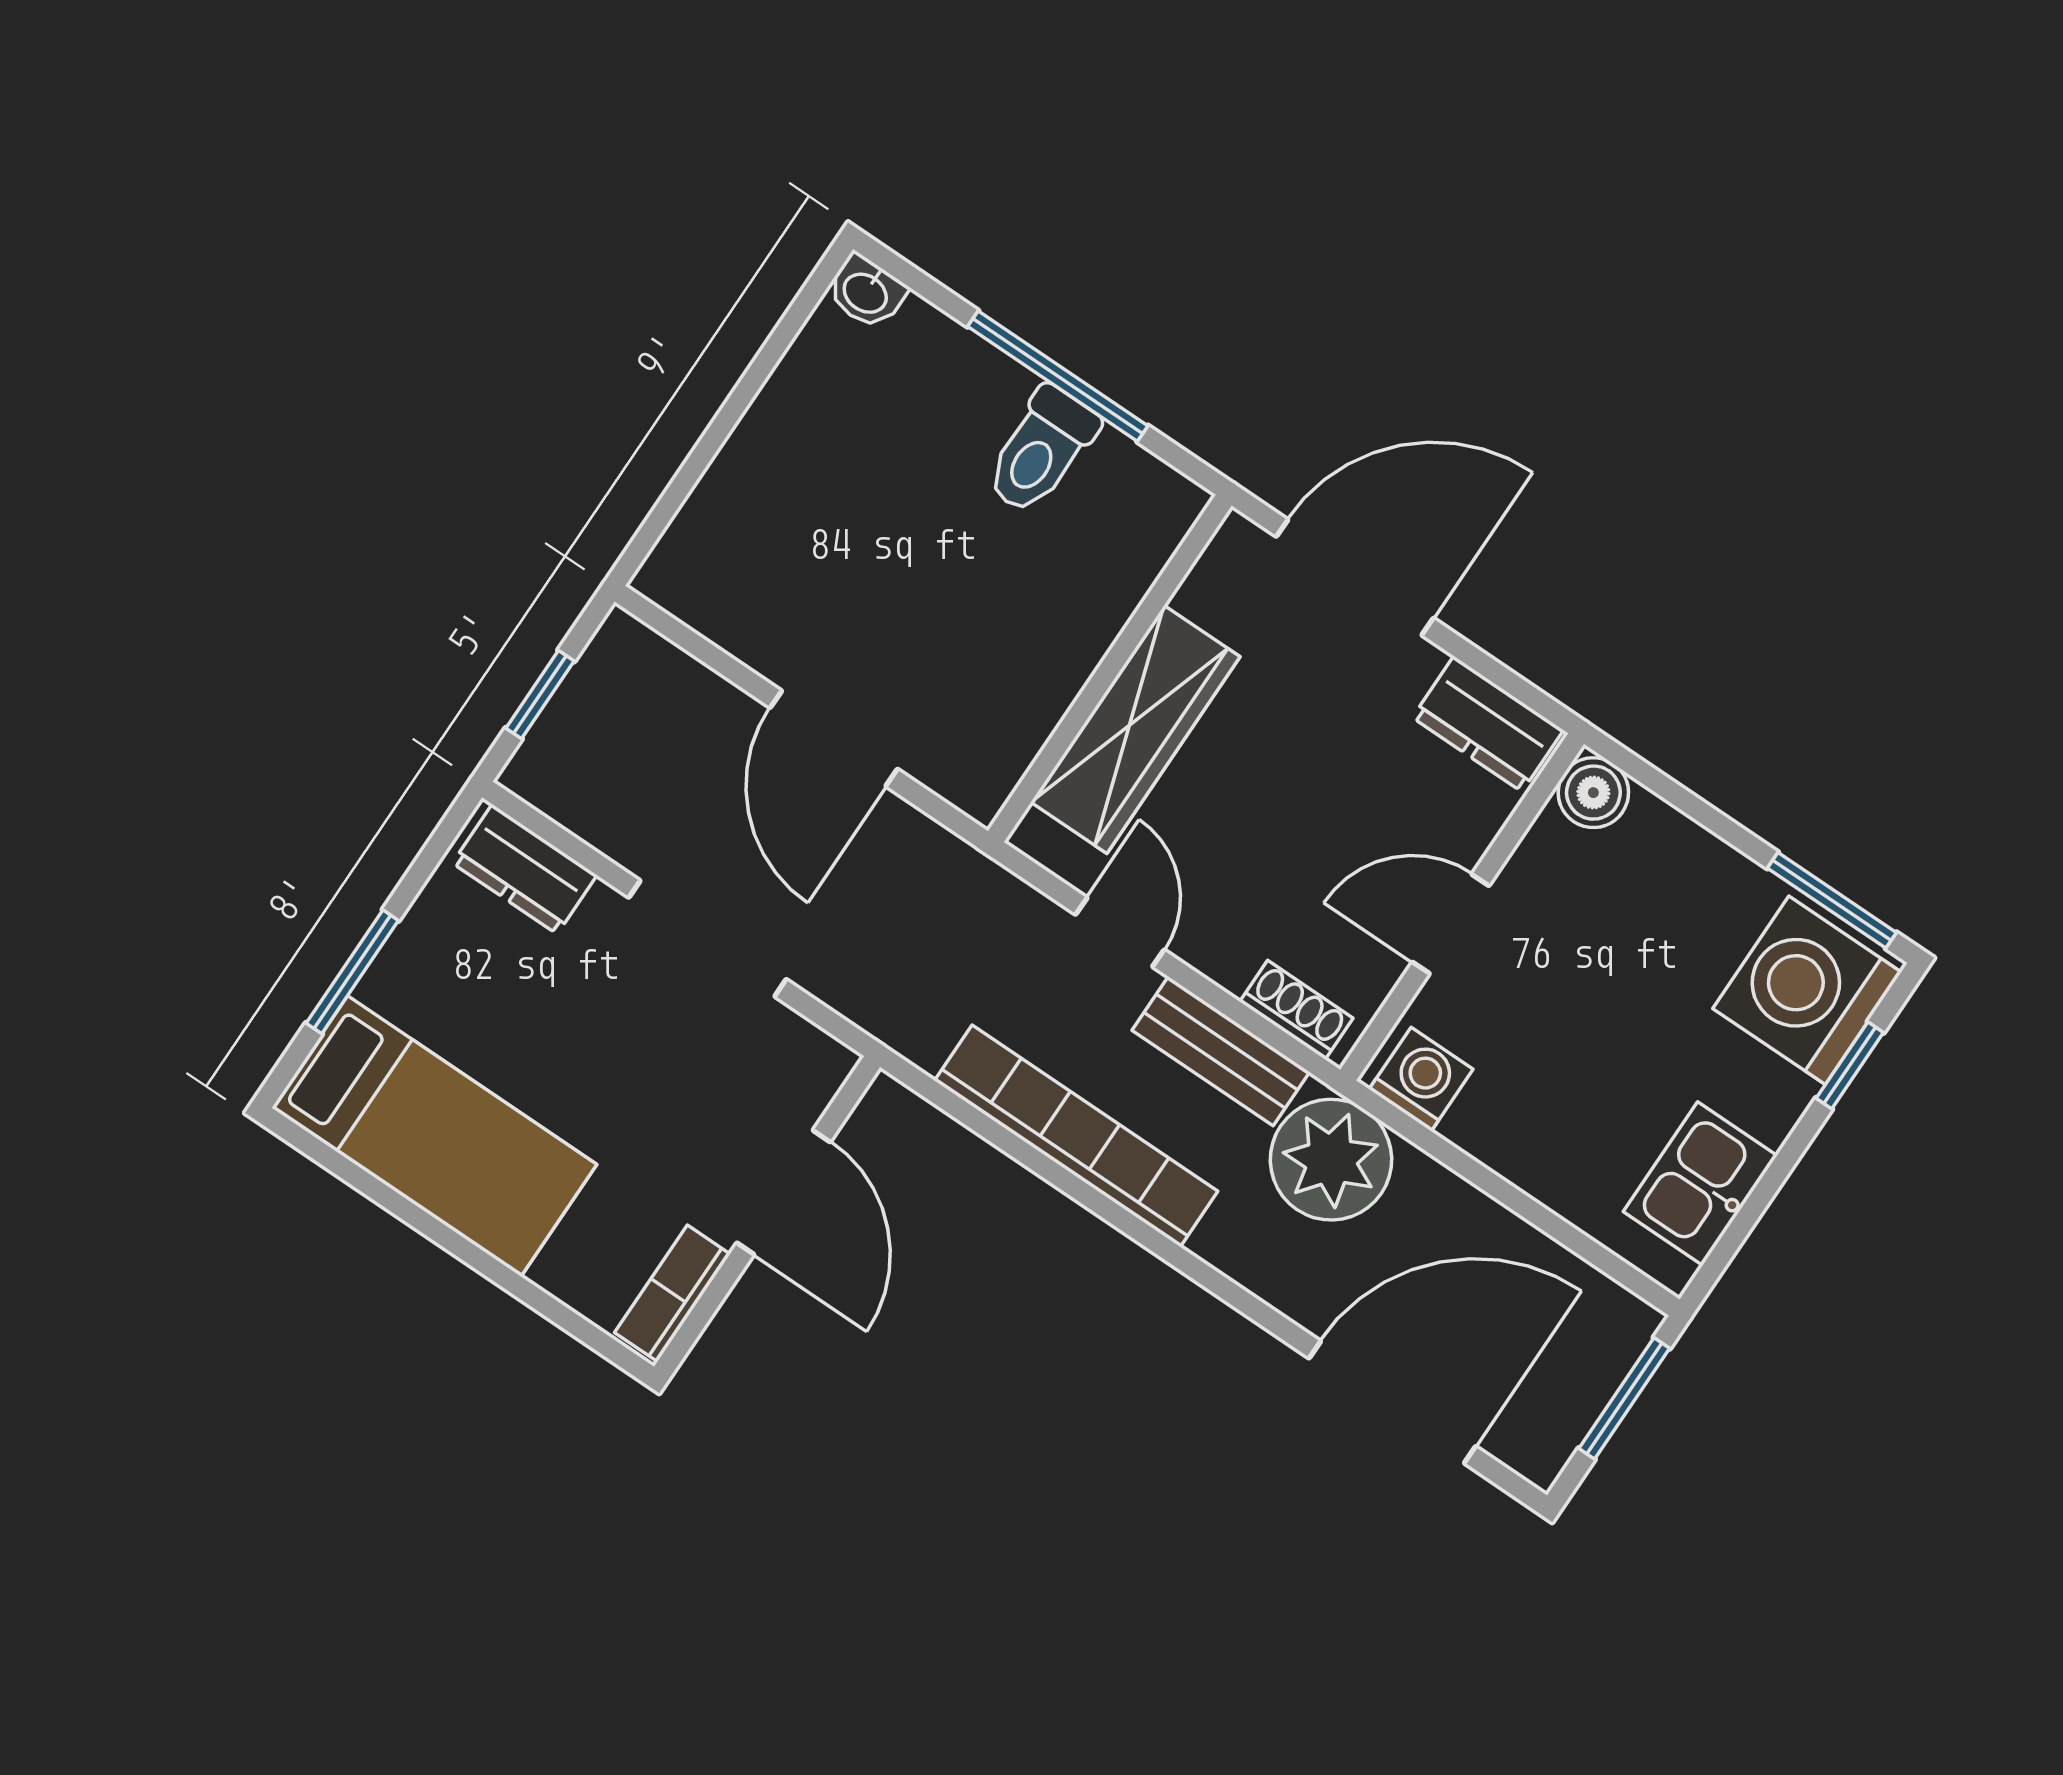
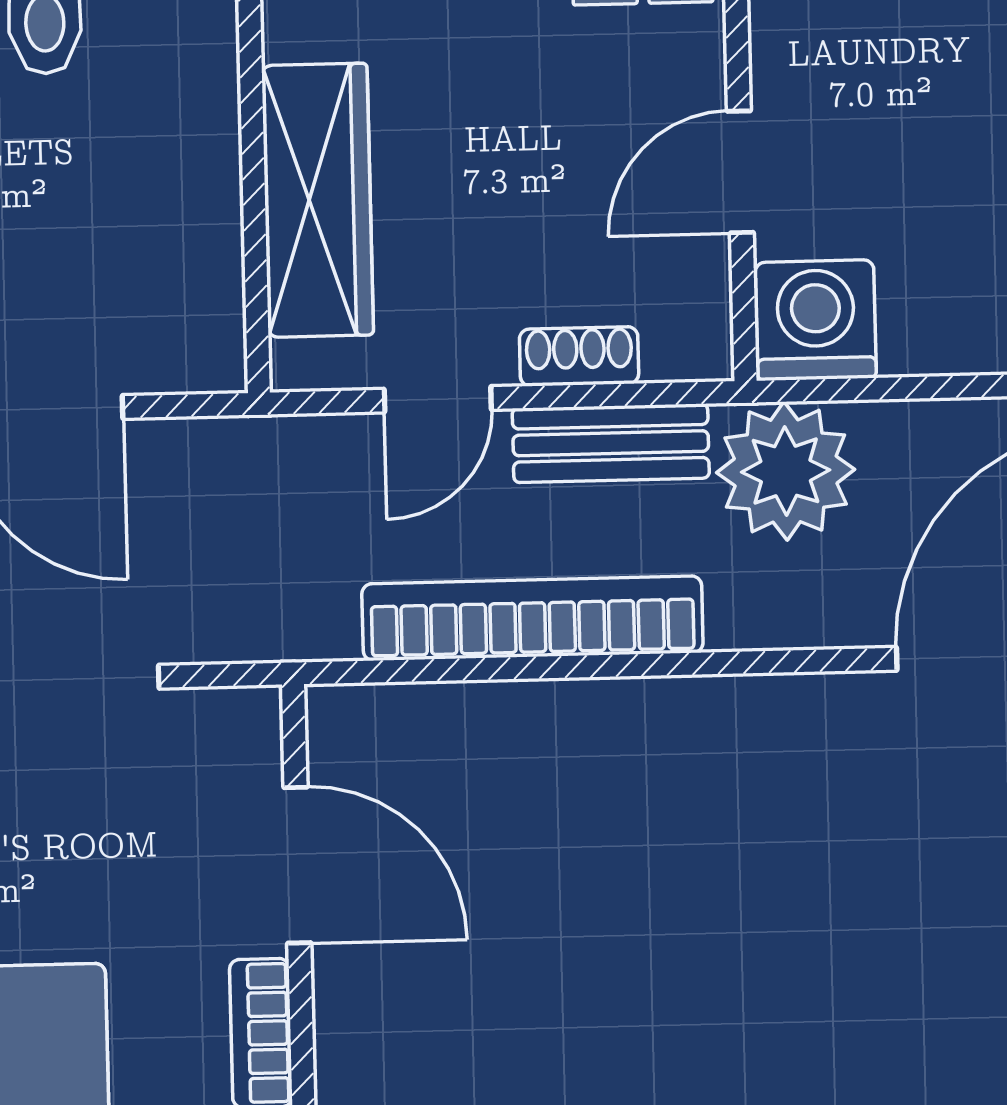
door: (1120, 932) -> (438, 399), swing flipped
shoe rack: (1296, 1010) -> (579, 356), moved
washing machine: (1421, 1079) -> (816, 320), width x1.38, depth x1.38

